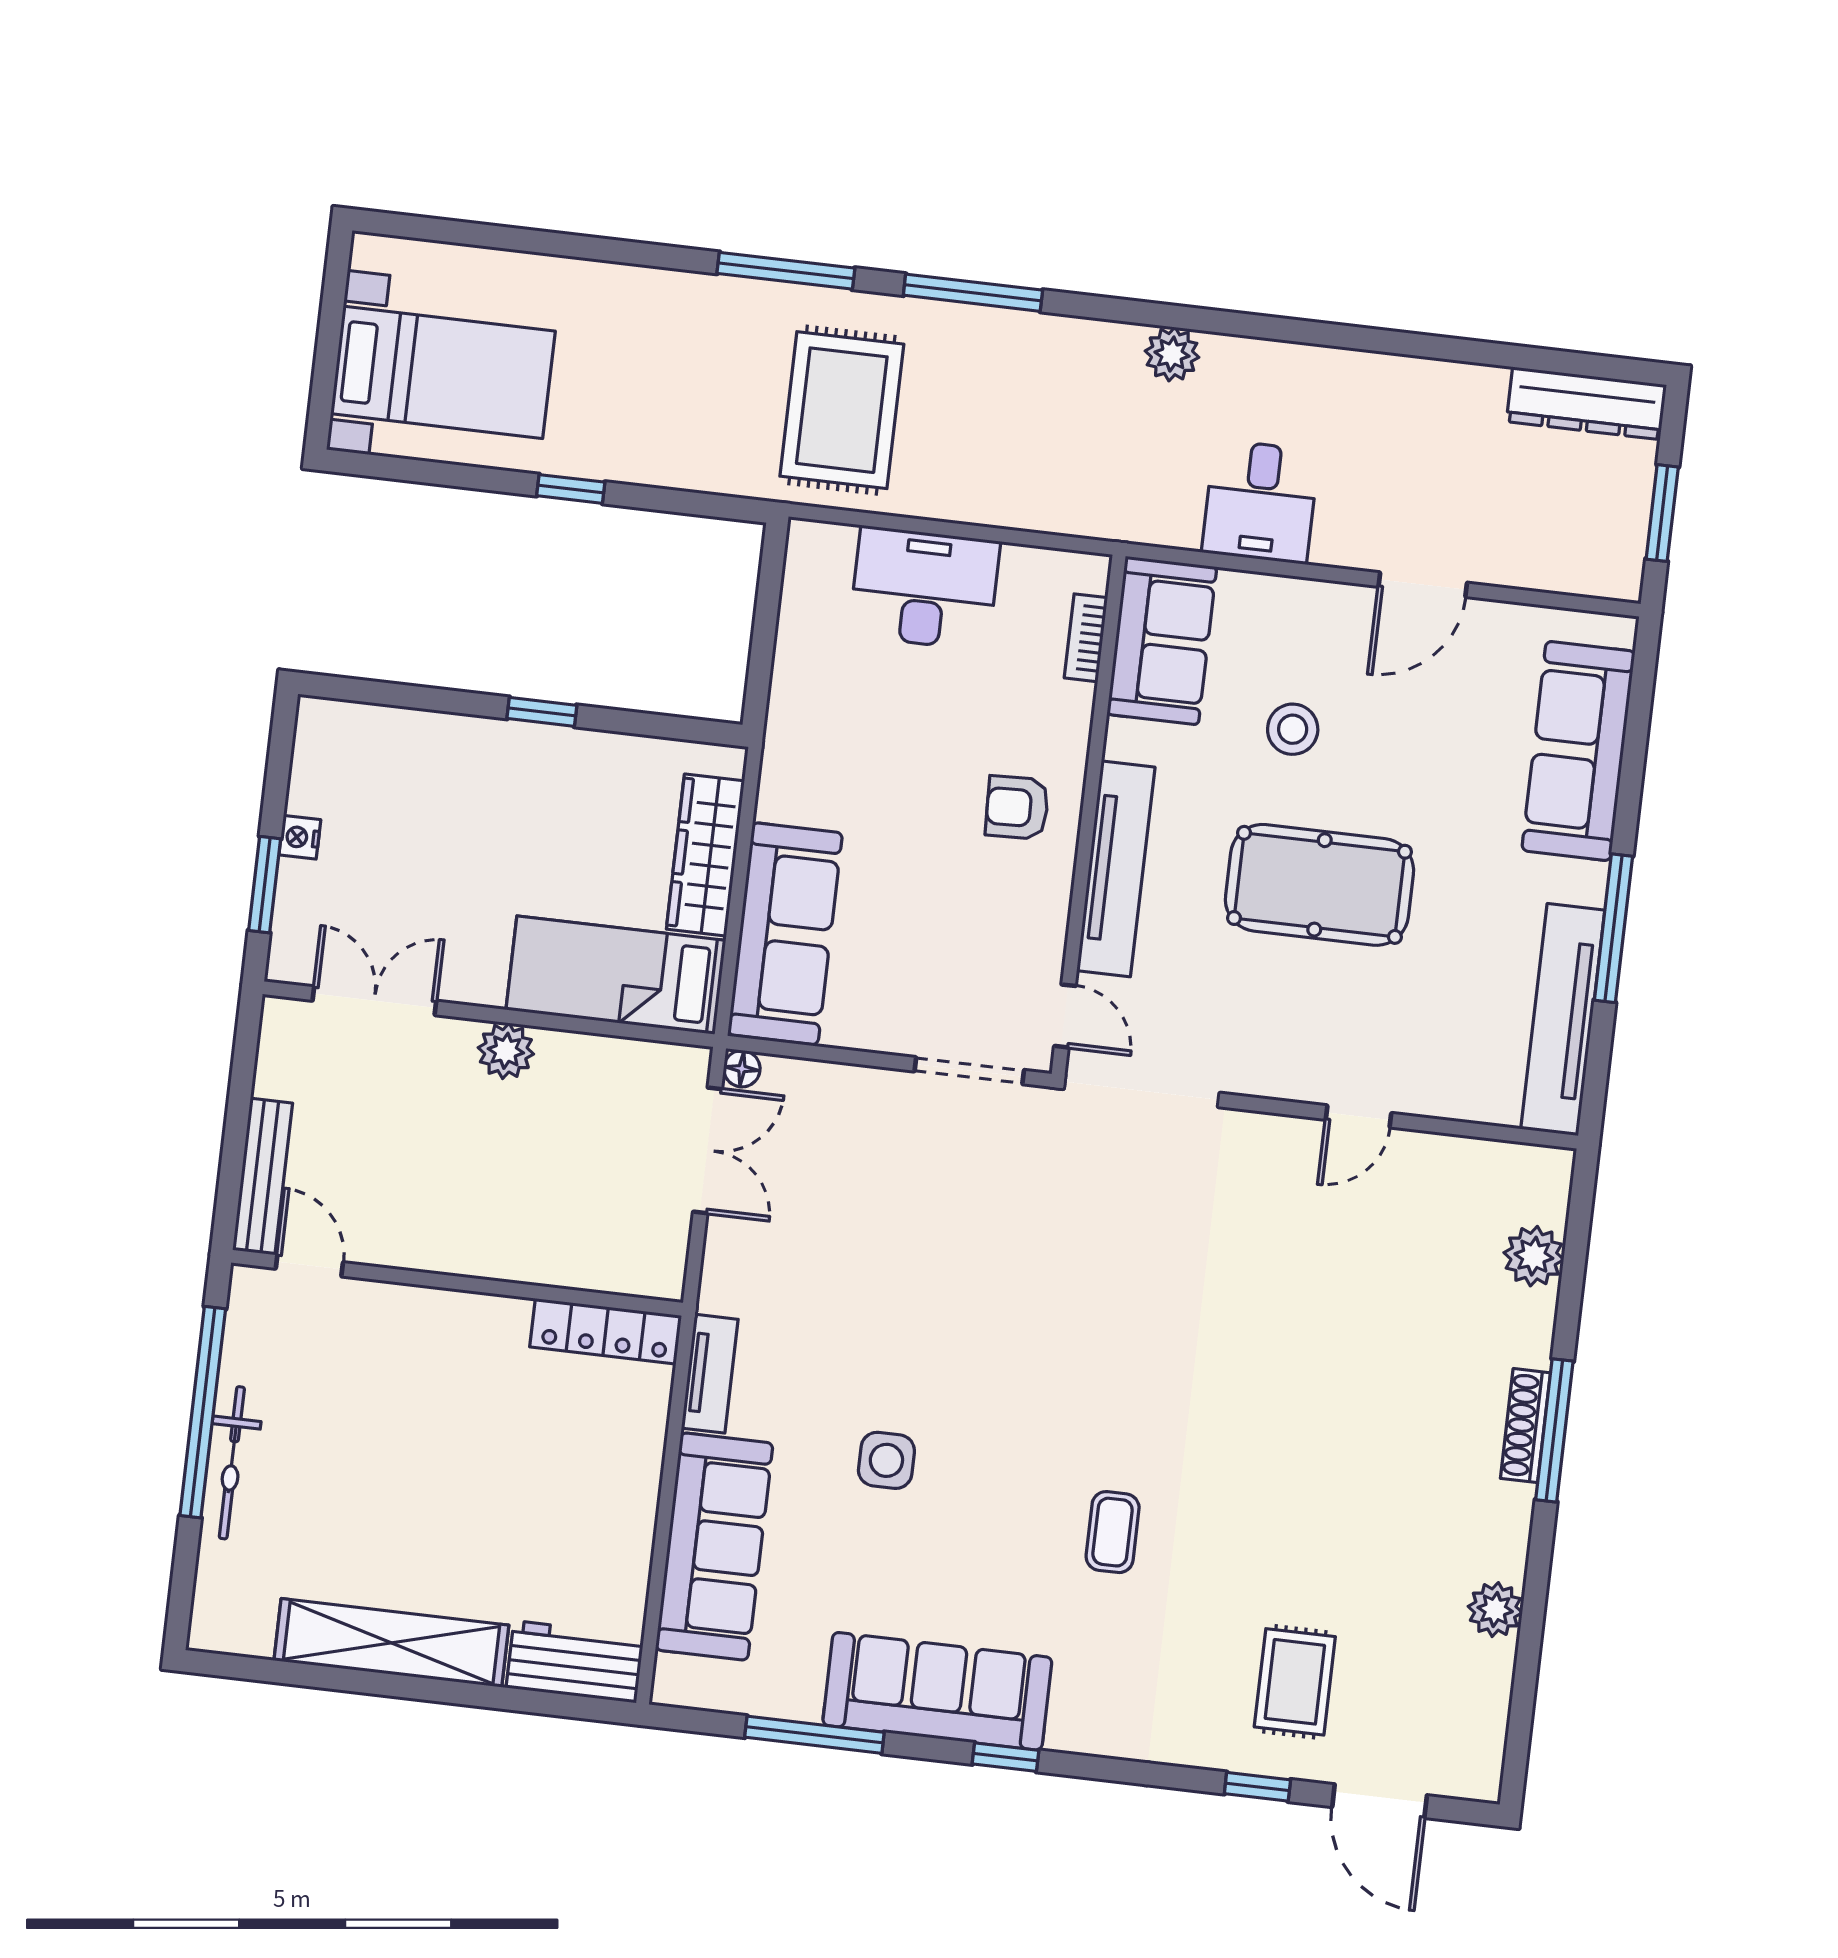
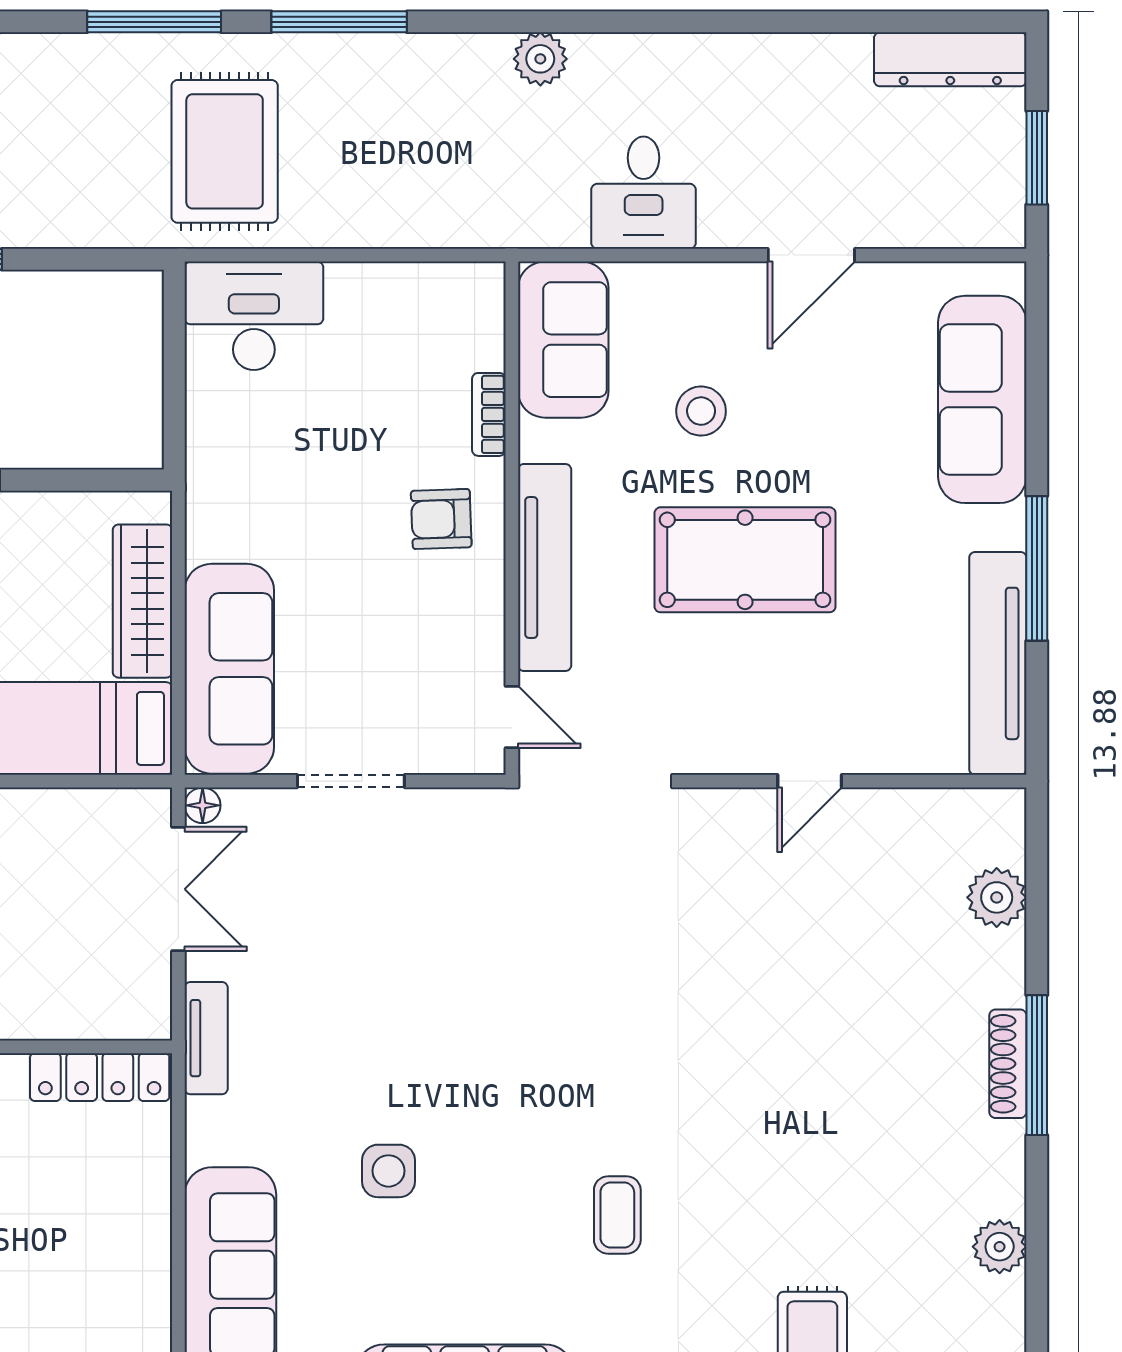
desk: (925, 588) -> (254, 316), moved
bookcase: (1086, 638) -> (489, 414), moved
doorway: (969, 1071) -> (351, 781), moved
tv unit: (710, 1374) -> (206, 1038), moved

